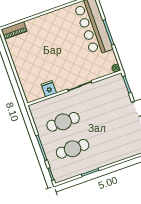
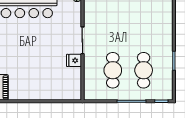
fridge: (49, 89) -> (74, 60), moved

